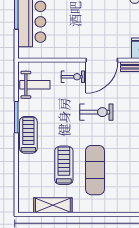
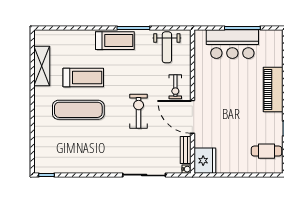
exercise bike: (96, 112) -> (139, 111), turned 180

